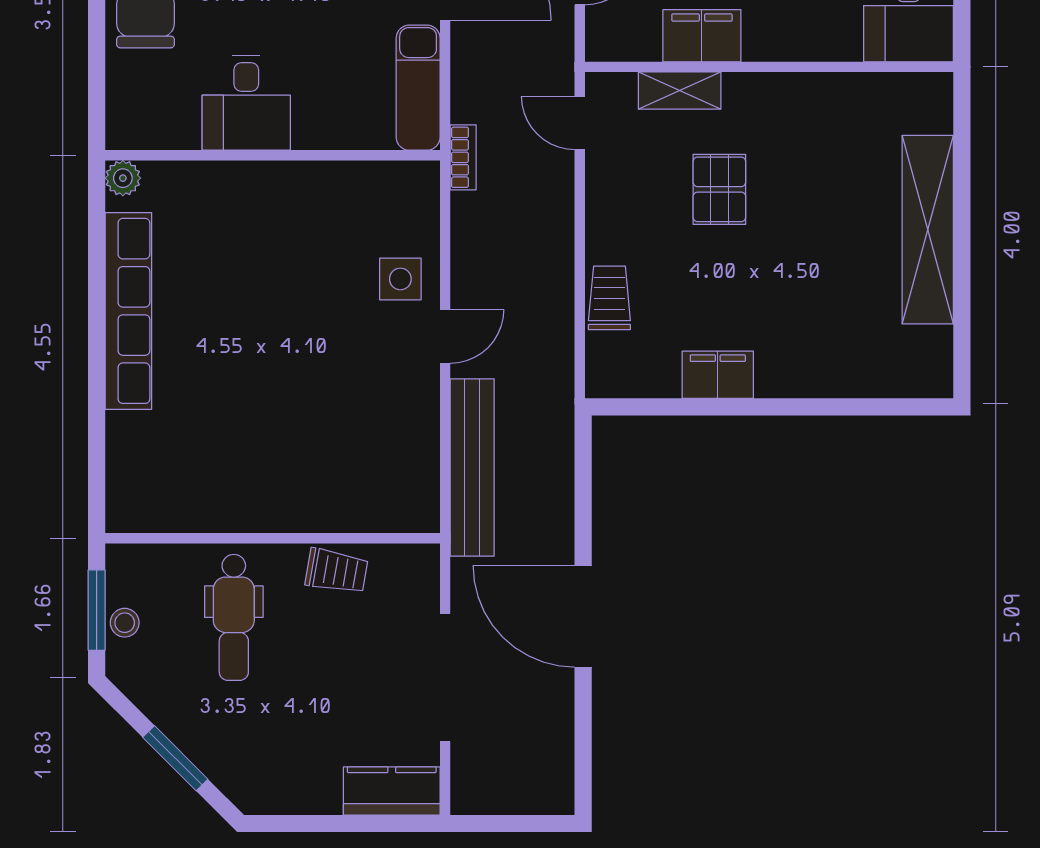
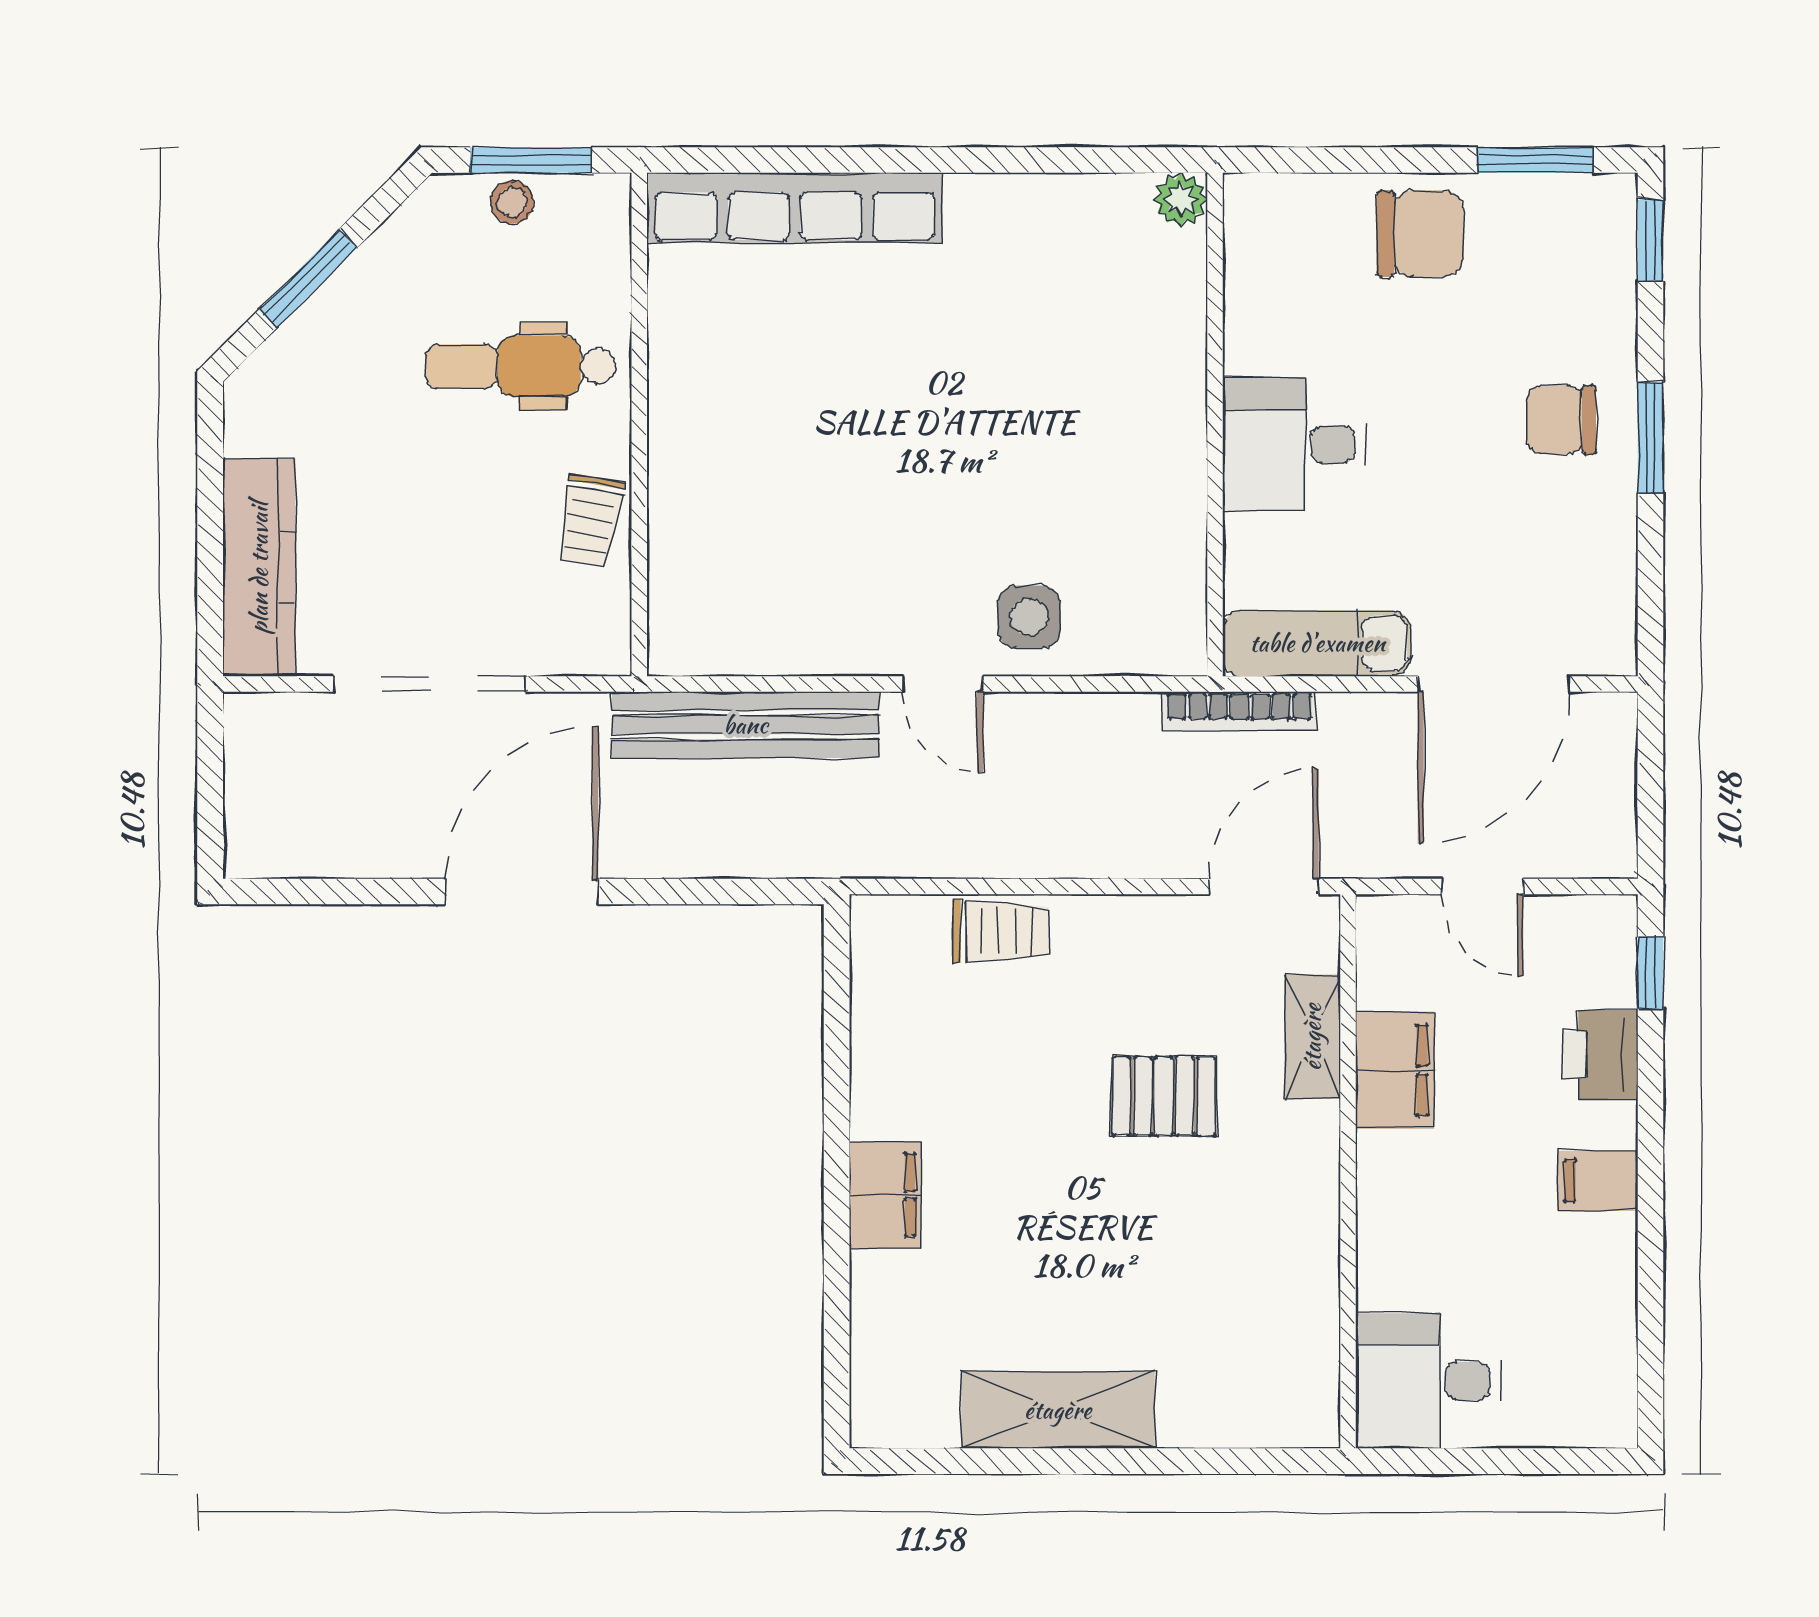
desk: (246, 103) -> (1294, 445), moved
door: (580, 123) -> (1264, 886), width x1.38
bookcase: (463, 157) -> (1239, 711), width x1.56
shelving: (928, 230) -> (1058, 1410), width x0.68
row of seats: (128, 311) -> (795, 208), moved
filing cabinet: (718, 375) -> (885, 1195), moved
kitchen counter: (392, 791) -> (259, 568), width x1.50

